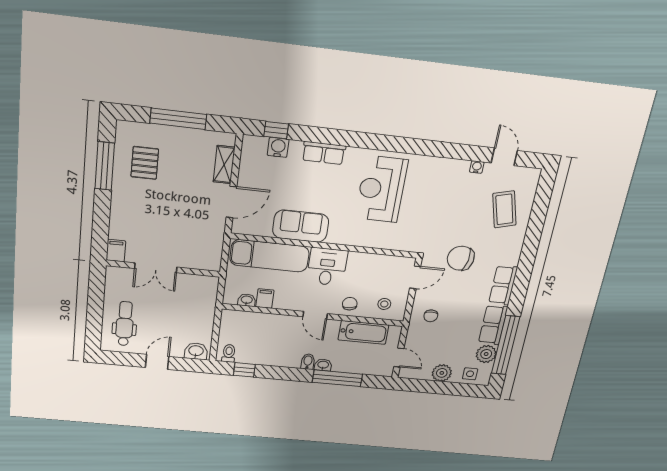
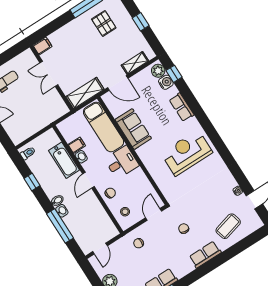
window: (178, 119) -> (141, 22), width x0.46
plant: (256, 145) -> (158, 71), added
pallet: (145, 163) -> (104, 23), turned 90
shelving: (212, 246) -> (85, 93), added
chair: (461, 258) -> (184, 229), width x0.54, depth x0.54
door: (415, 277) -> (154, 214), swing flipped
row of seats: (503, 285) -> (205, 255), moved
washbasin: (247, 300) -> (81, 157), moved
bathtub: (363, 332) -> (64, 160), moved
washbasin: (196, 351) -> (15, 134), removed
window: (244, 370) -> (32, 182), moved

